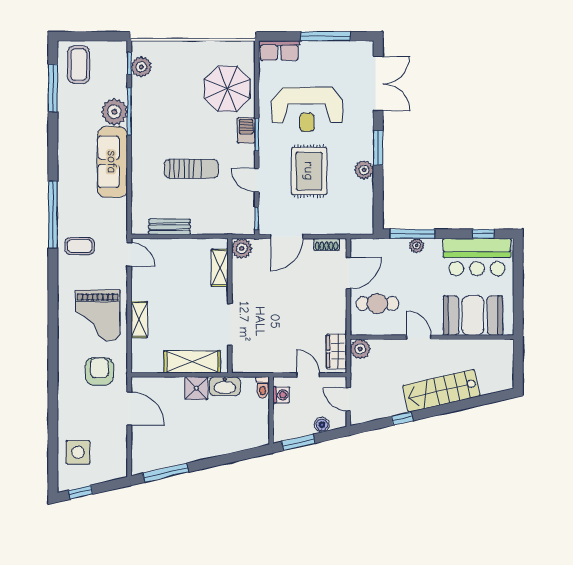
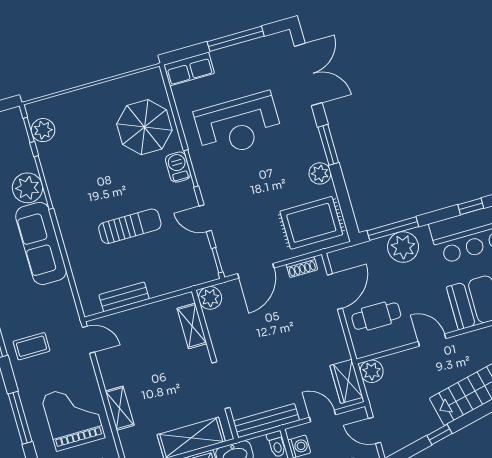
rug: (309, 171) -> (311, 223), moved, turned 90
plant: (417, 246) -> (403, 247), width x1.88, depth x1.88
window: (53, 304) -> (20, 418), added
grand piano: (98, 316) -> (73, 417), turned 180
bench: (260, 365) -> (266, 421), added

